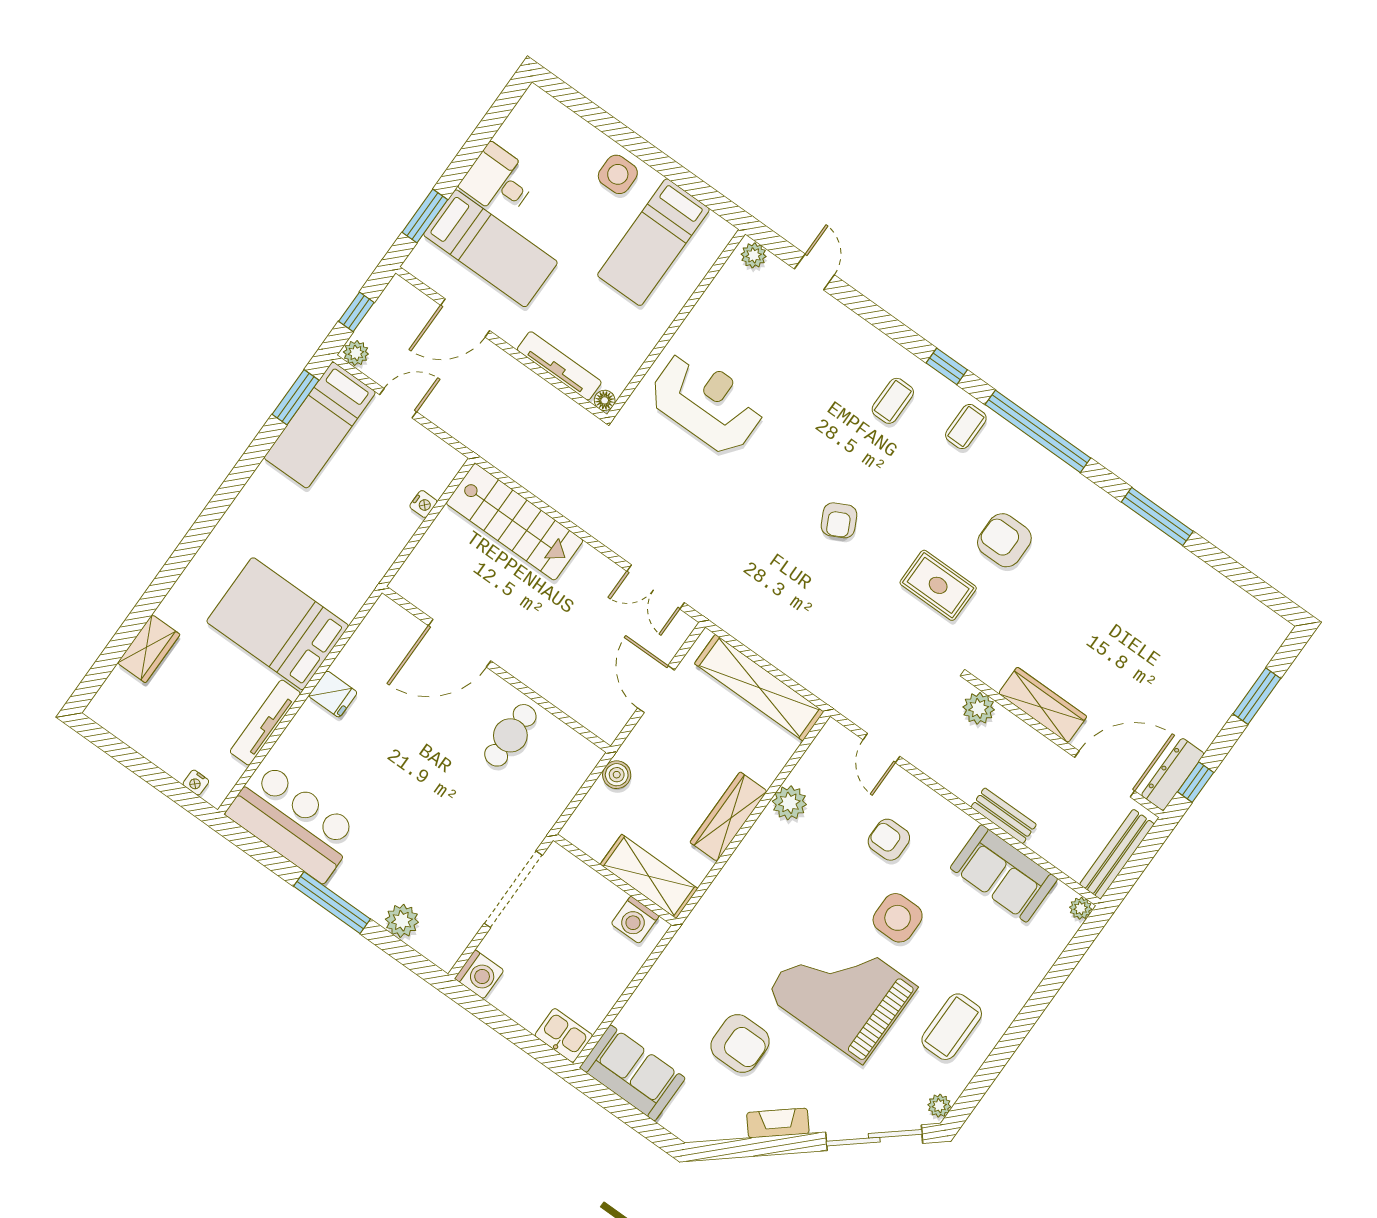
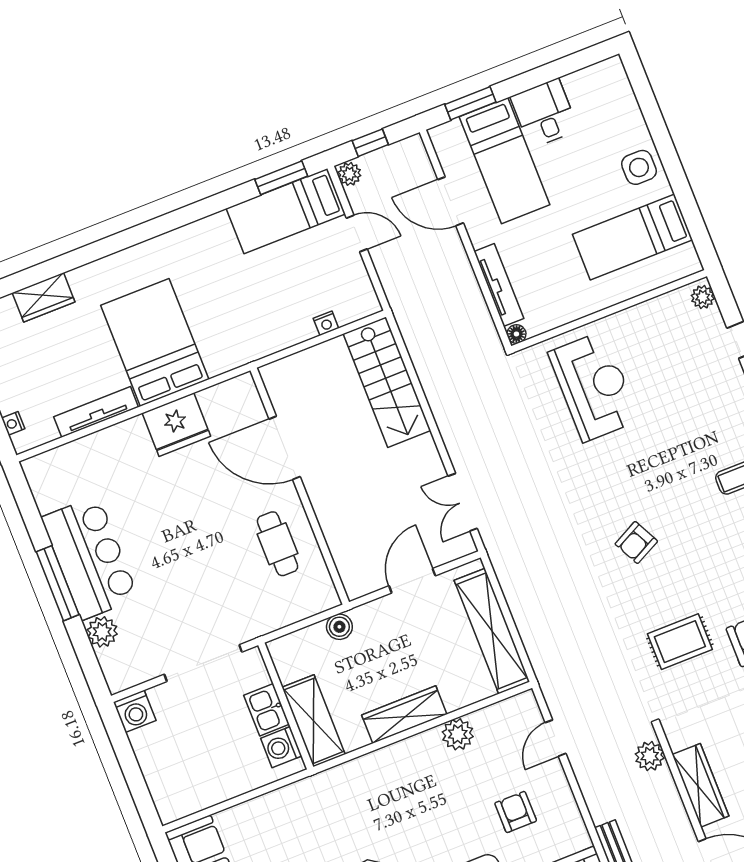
rug: (938, 585) -> (680, 642), turned 90
fridge: (333, 694) -> (176, 425), width x1.88, depth x1.34
cafe table: (510, 735) -> (278, 544), turned 90
bar counter: (293, 822) -> (90, 558), moved
kitchen sink: (564, 1035) -> (267, 710), moved, turned 180

